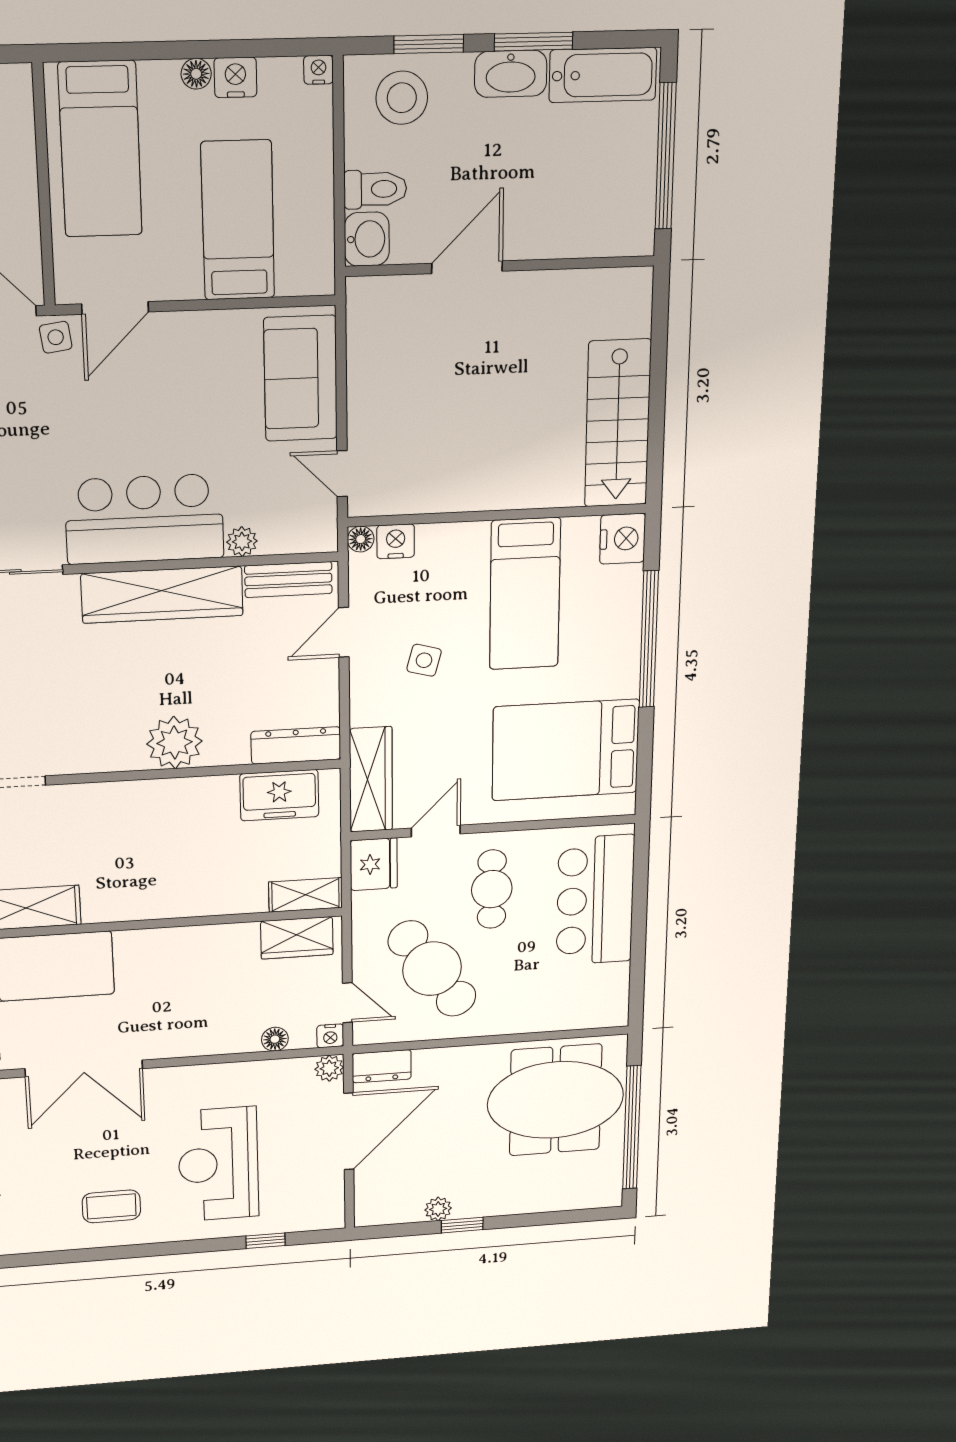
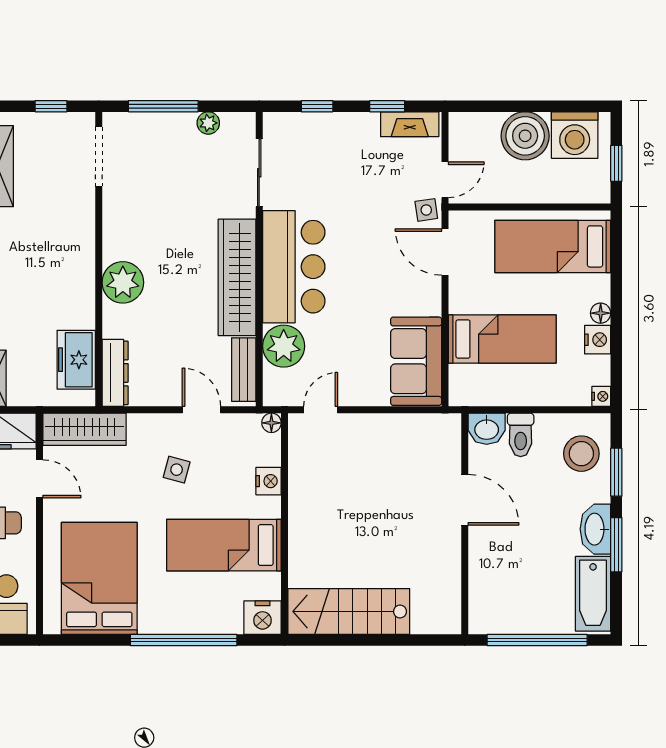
sofa: (301, 378) -> (416, 361), moved, turned -90
nightstand: (396, 541) -> (269, 481), moved
plant: (242, 542) -> (284, 346), width x1.88, depth x1.88

